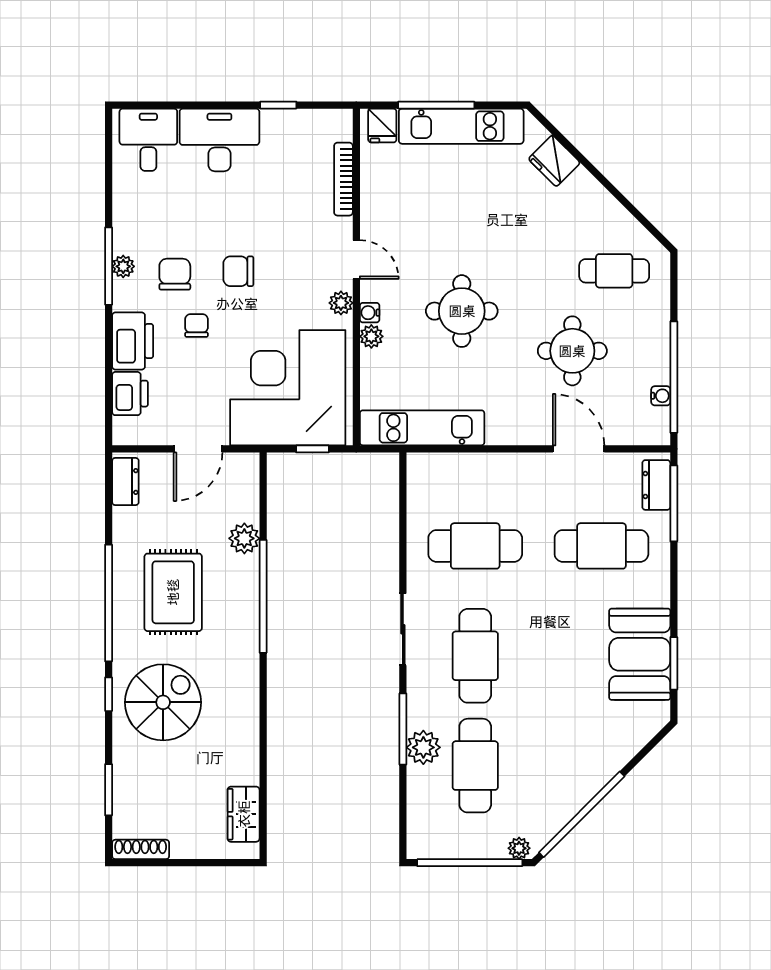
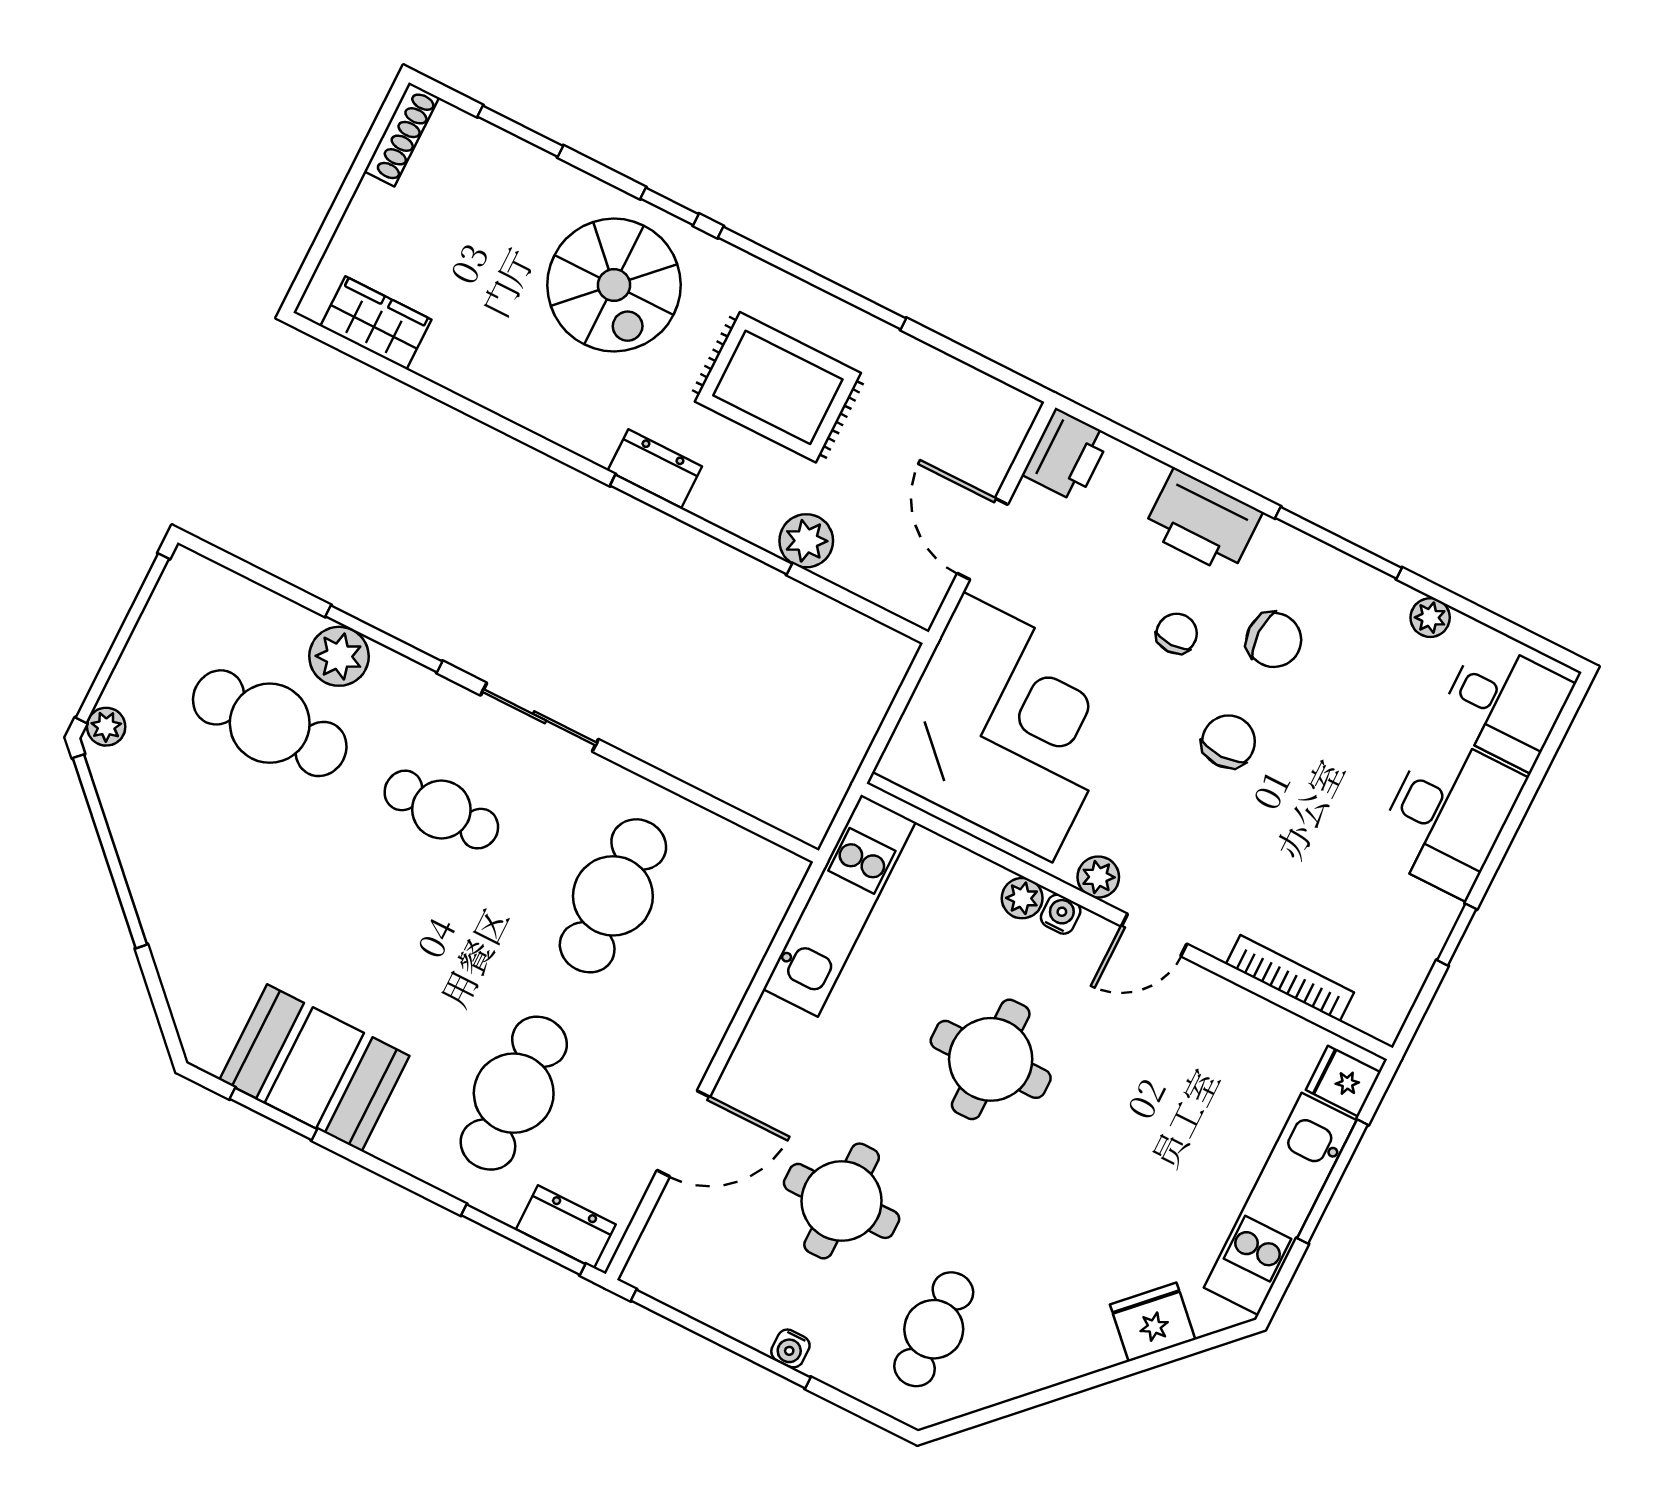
plant: (123, 266) -> (1430, 618), moved
chair: (196, 325) -> (1177, 633), turned -90
printer: (130, 394) -> (1066, 455), moved, turned -90
water cooler: (661, 396) -> (790, 1348), moved
window: (312, 449) -> (893, 718), removed
dresser: (125, 482) -> (655, 468), moved, turned 180
cafe table: (475, 656) -> (441, 810), width x0.73, depth x0.74

